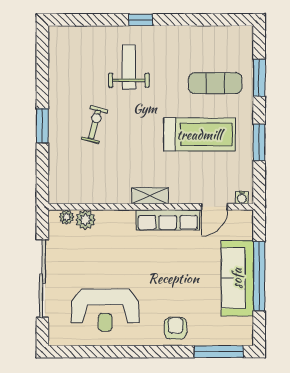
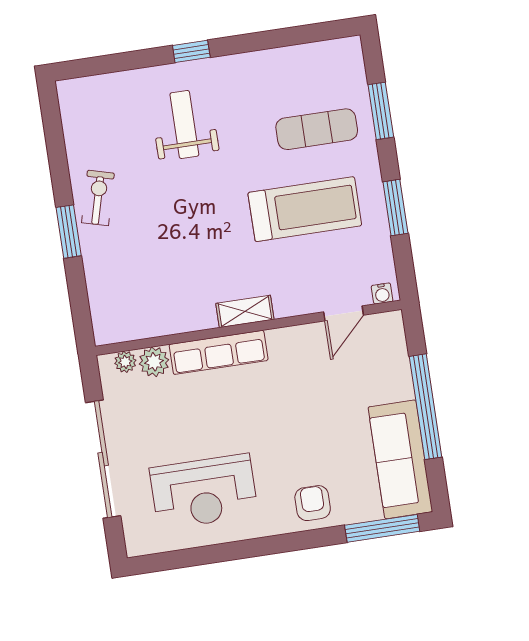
exercise bike: (95, 125) -> (98, 198), moved
row of seats: (168, 220) -> (219, 352), moved
sofa: (237, 278) -> (400, 459), moved

